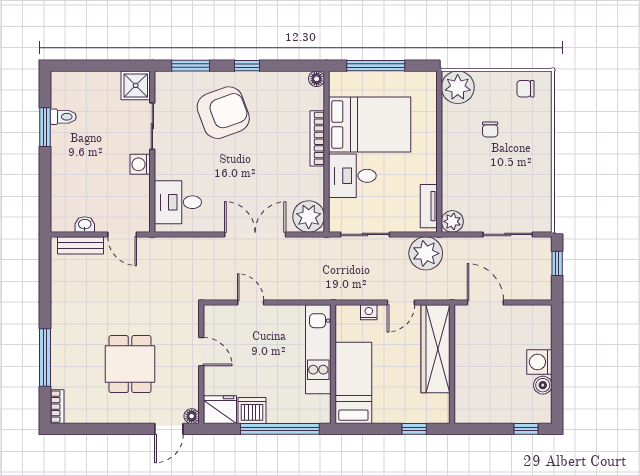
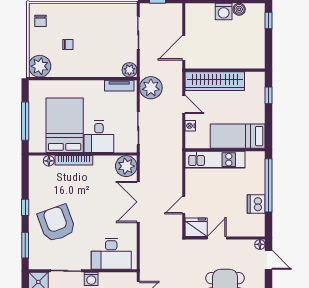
floor lamp: (317, 79) -> (49, 161), moved
desk: (178, 202) -> (111, 254), width x1.37
fridge: (220, 410) -> (196, 227), moved, turned 90

